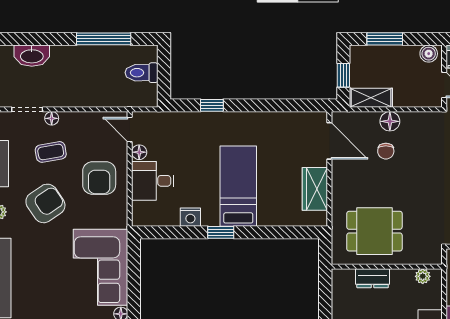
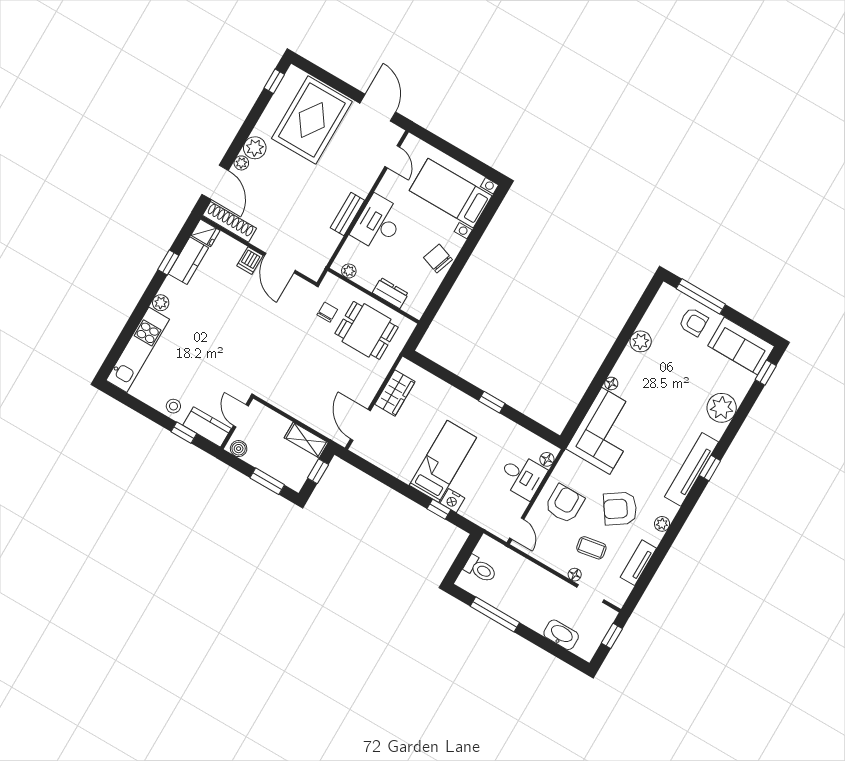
floor lamp: (390, 121) -> (302, 412), removed
chair: (386, 151) -> (327, 312), moved
floor lamp: (139, 152) -> (547, 459), moved
bed: (238, 186) -> (443, 461), moved, turned 180
nightstand: (190, 217) -> (452, 501), moved, turned 180

